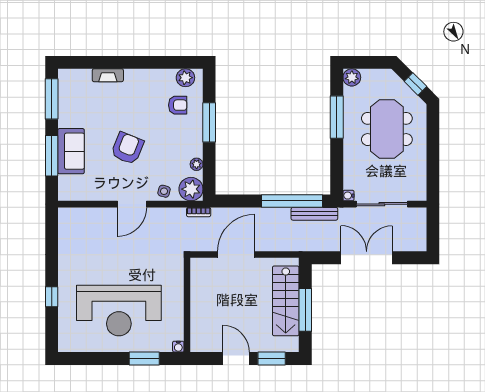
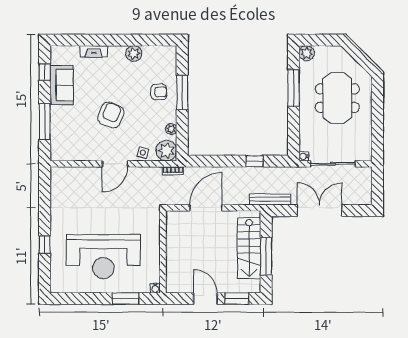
plant: (185, 78) -> (134, 53), moved
window: (415, 84) -> (362, 59), removed
window: (52, 99) -> (45, 72), width x0.46
armchair: (178, 105) -> (159, 92), moved
sofa: (71, 151) -> (62, 85), moved
window: (292, 201) -> (254, 161), width x0.32
bench: (314, 214) -> (270, 199), moved

